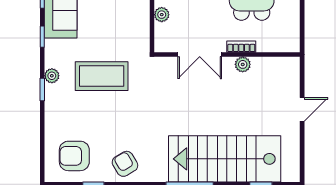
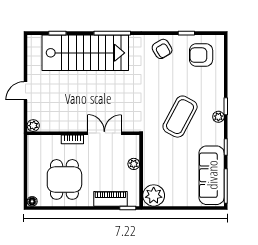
plant: (243, 64) -> (33, 126), moved
coffee table: (102, 76) -> (180, 117), turned -62
armchair: (74, 156) -> (201, 55), turned 180

